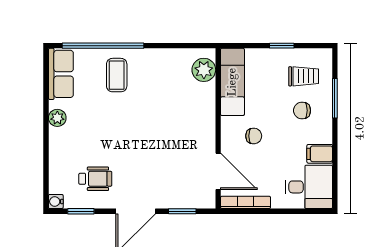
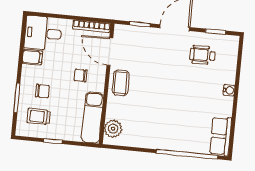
coffee table: (117, 75) -> (121, 83), moved
plant: (57, 118) -> (227, 103), removed
water cooler: (56, 202) -> (229, 90), moved

